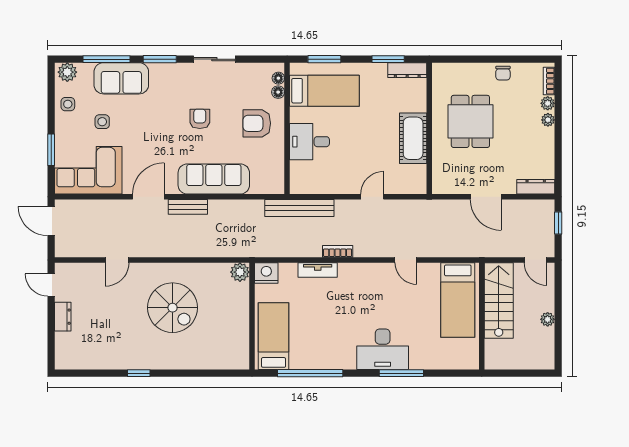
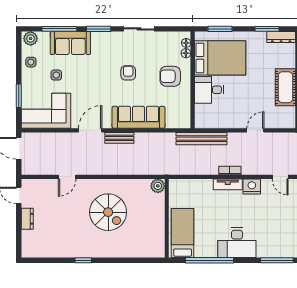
bed: (324, 91) -> (220, 58), width x1.50
tv unit: (318, 270) -> (228, 184), moved
nightstand: (266, 273) -> (252, 187), moved
desk: (383, 349) -> (237, 243), moved

